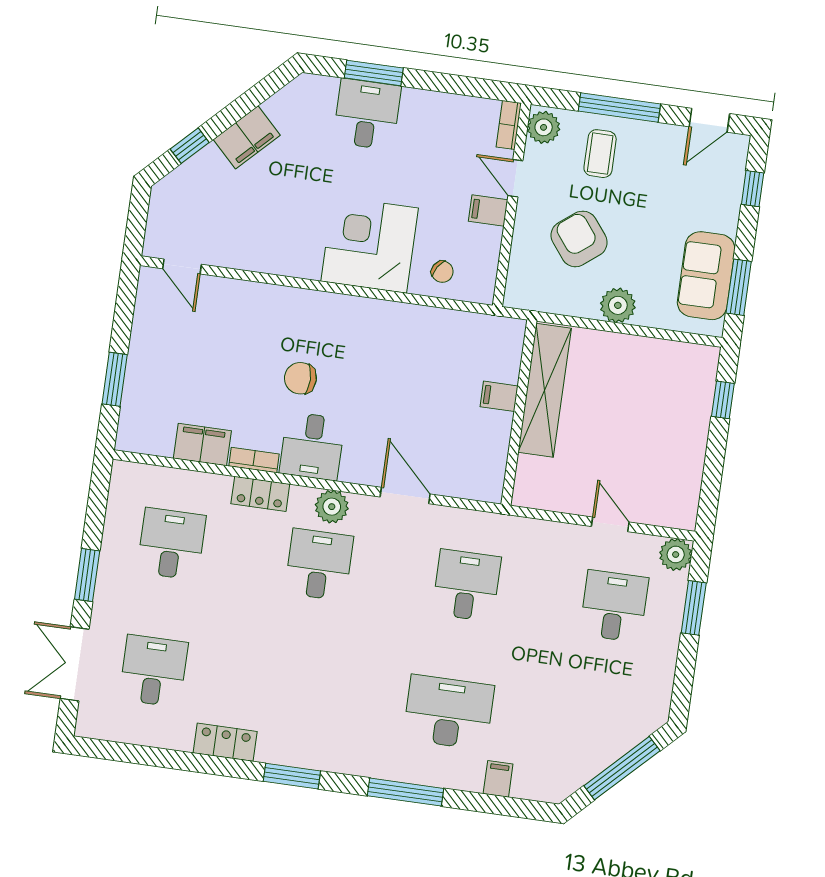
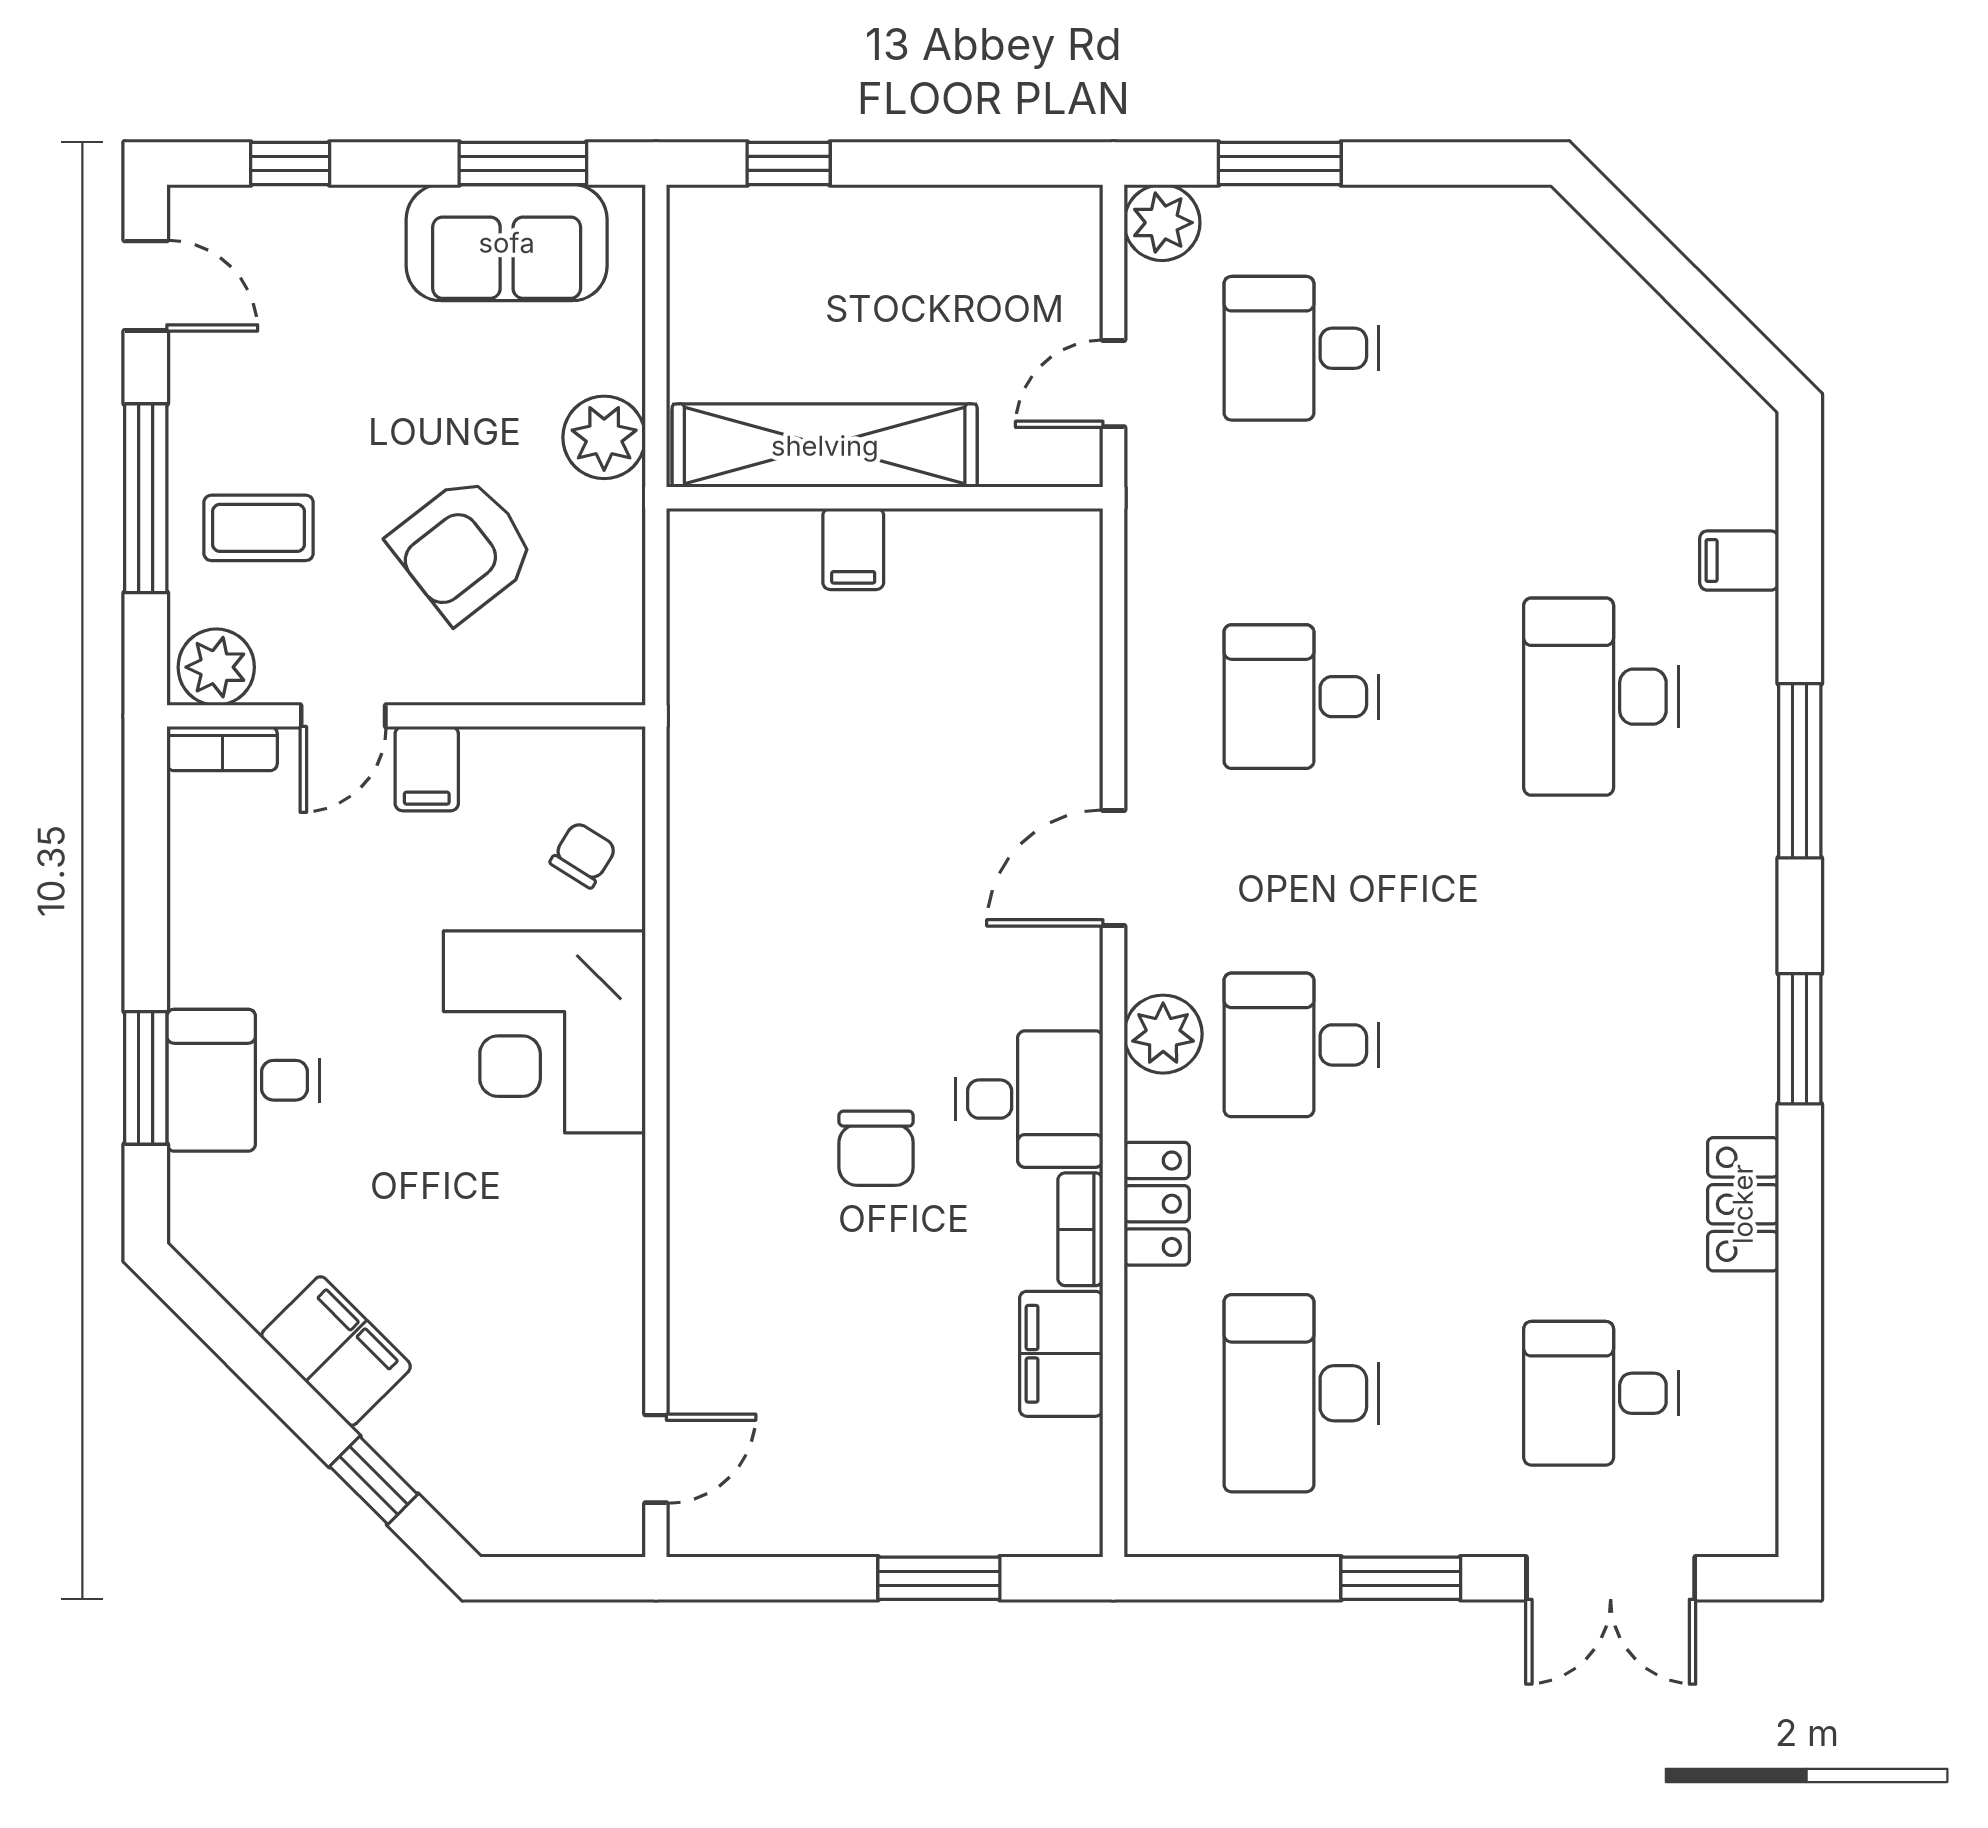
shelving: (545, 390) -> (825, 446), moved
filing cabinet: (499, 396) -> (853, 549), moved
wall: (519, 413) -> (885, 498), moved
desk: (171, 544) -> (1301, 1393), width x1.37
window: (622, 768) -> (1674, 277), removed

